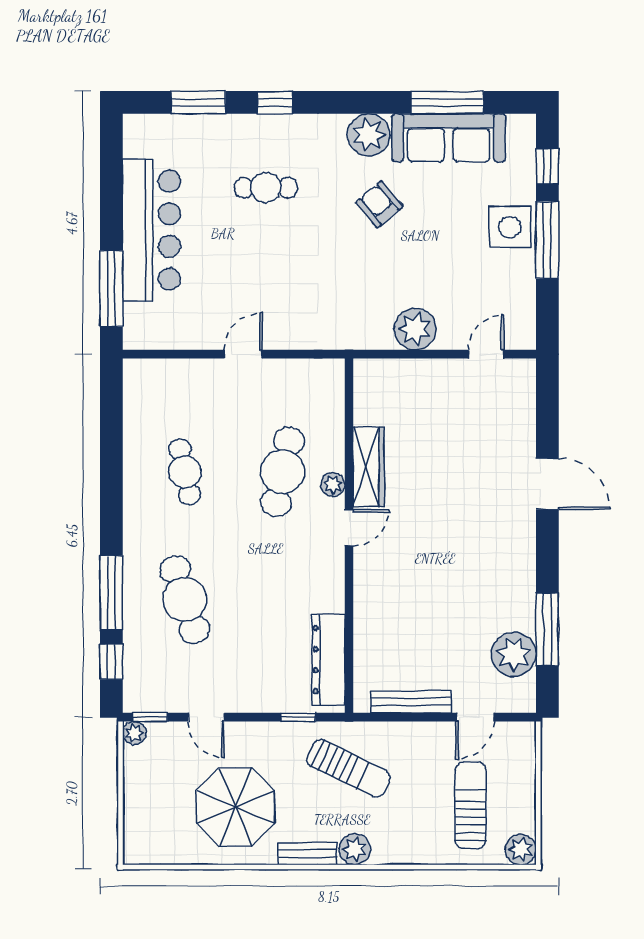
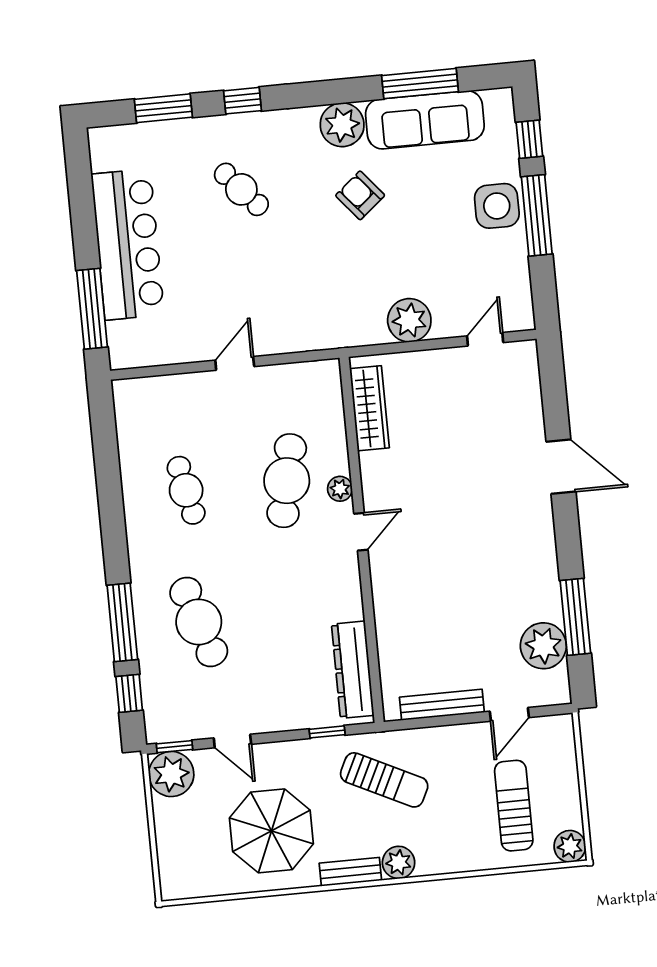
cafe table: (266, 188) -> (241, 189), turned 49
wardrobe: (369, 467) -> (369, 408), moved
plant: (134, 733) -> (171, 774), width x1.88, depth x1.88

